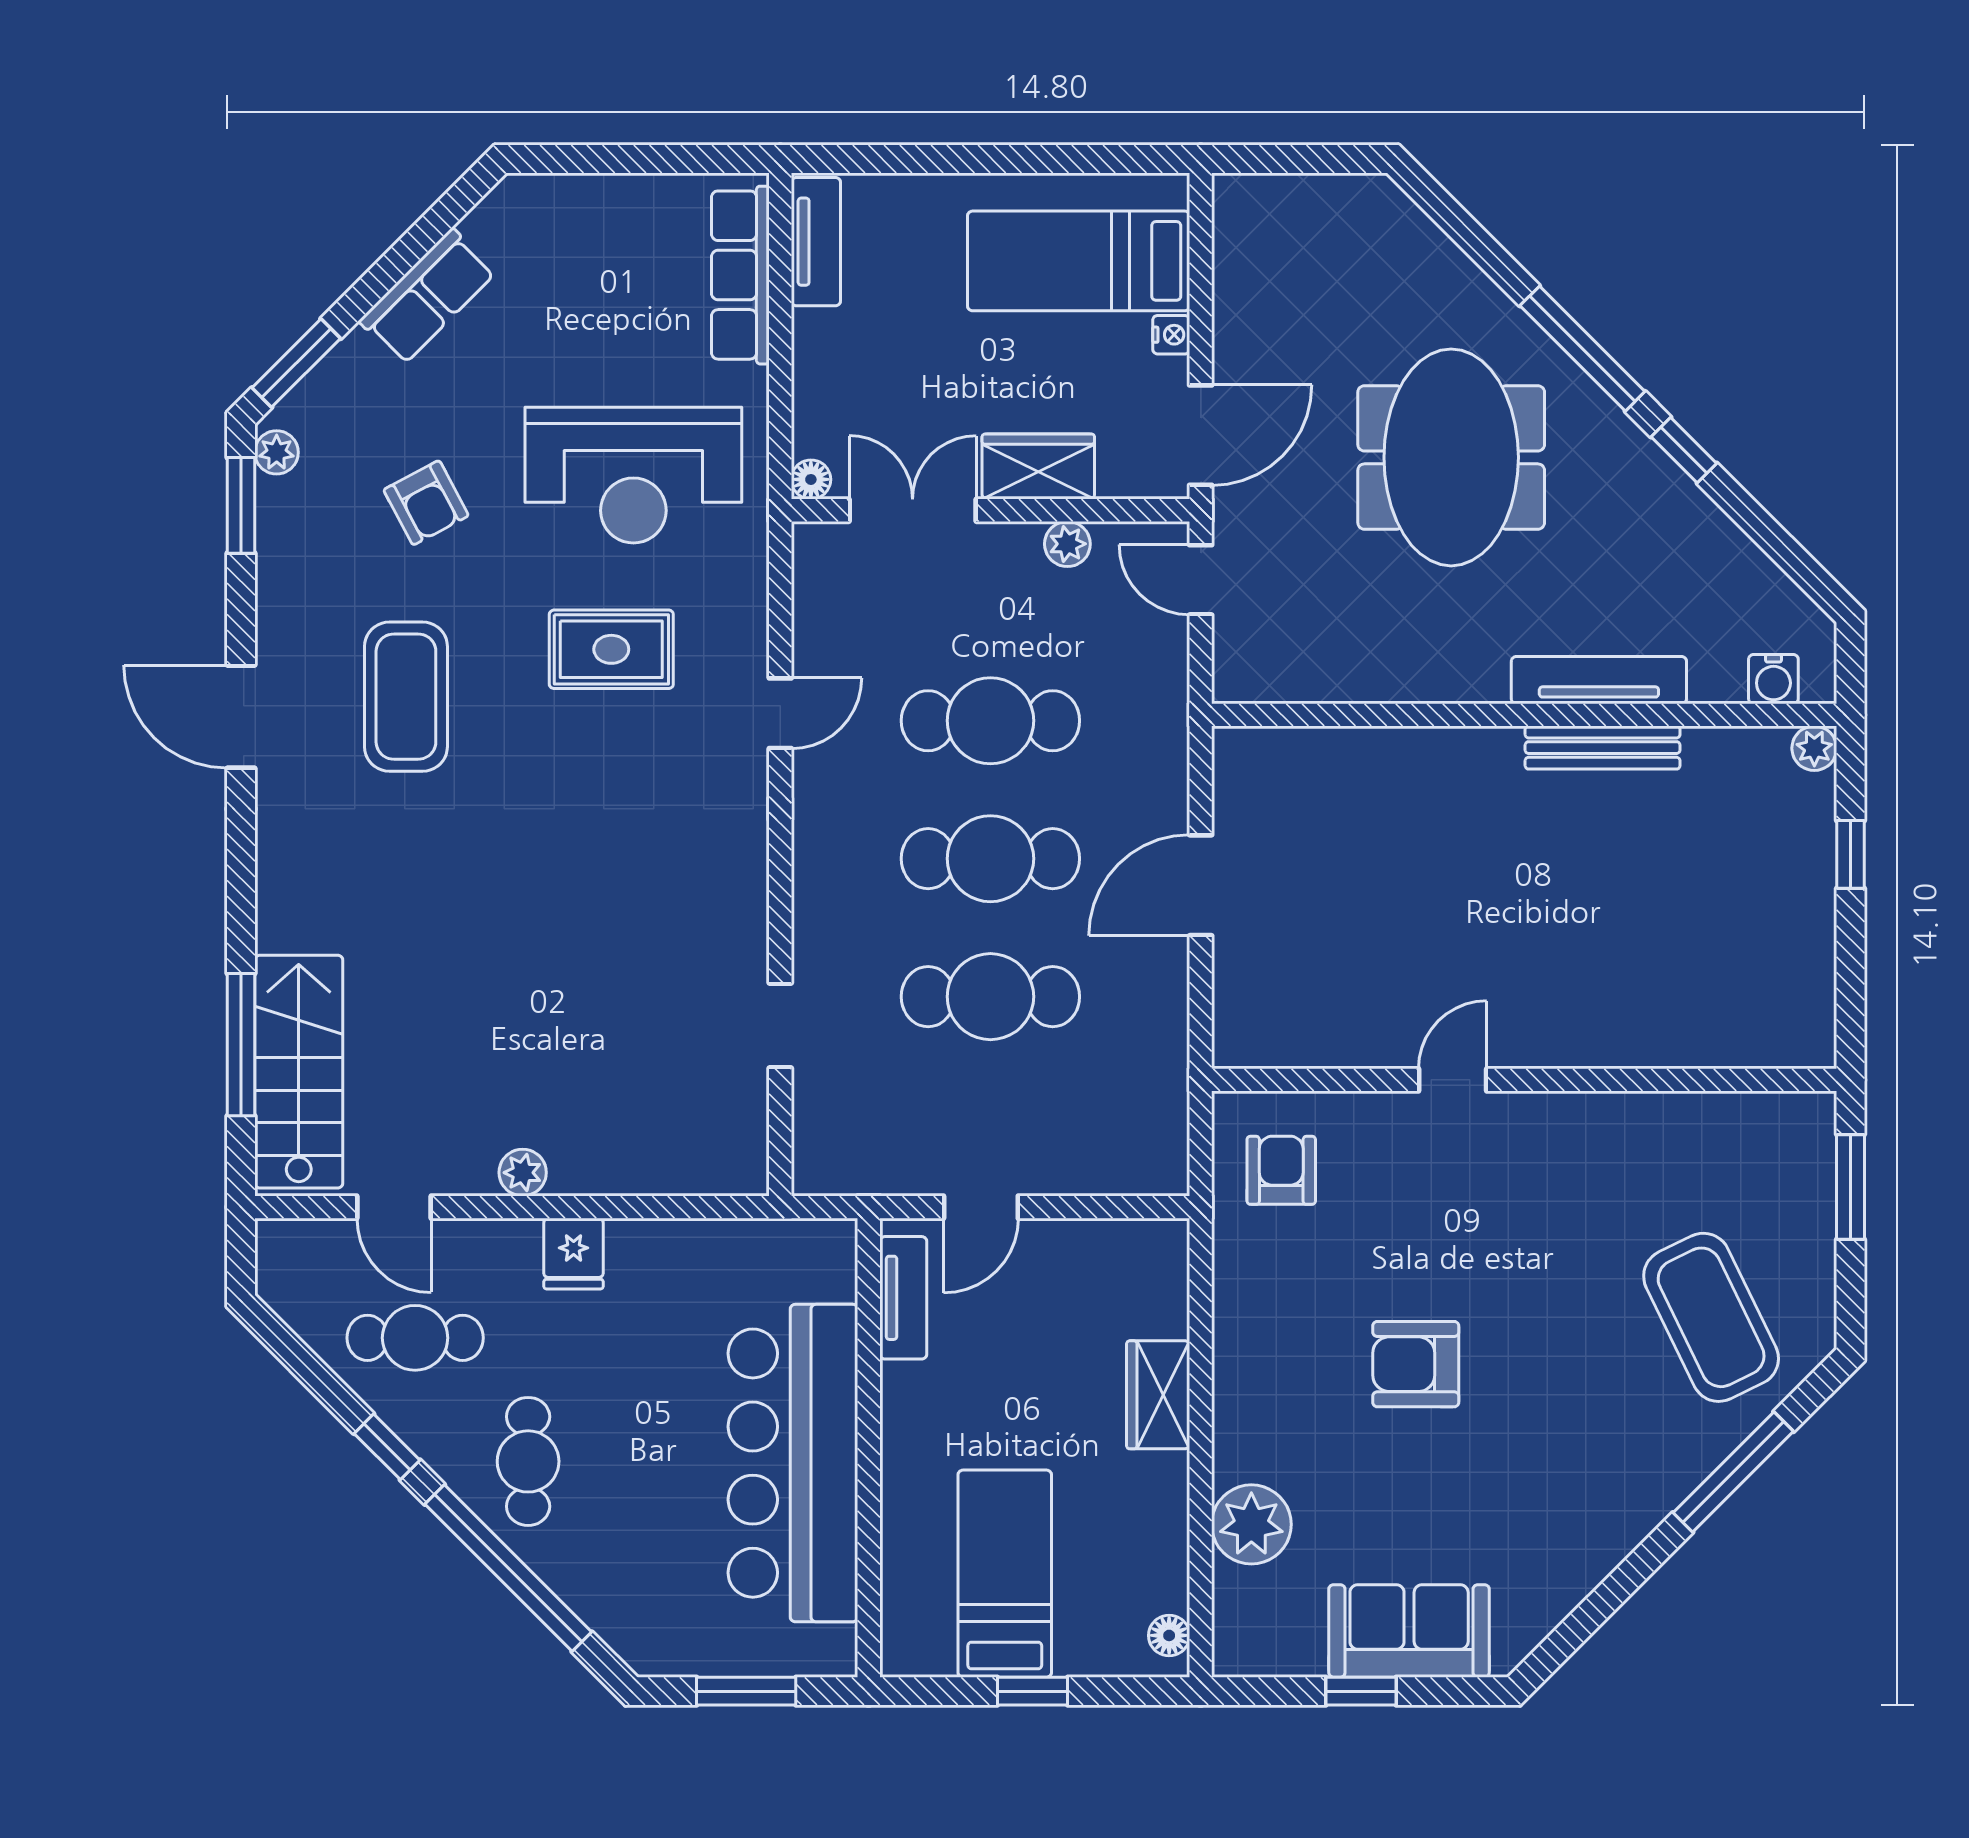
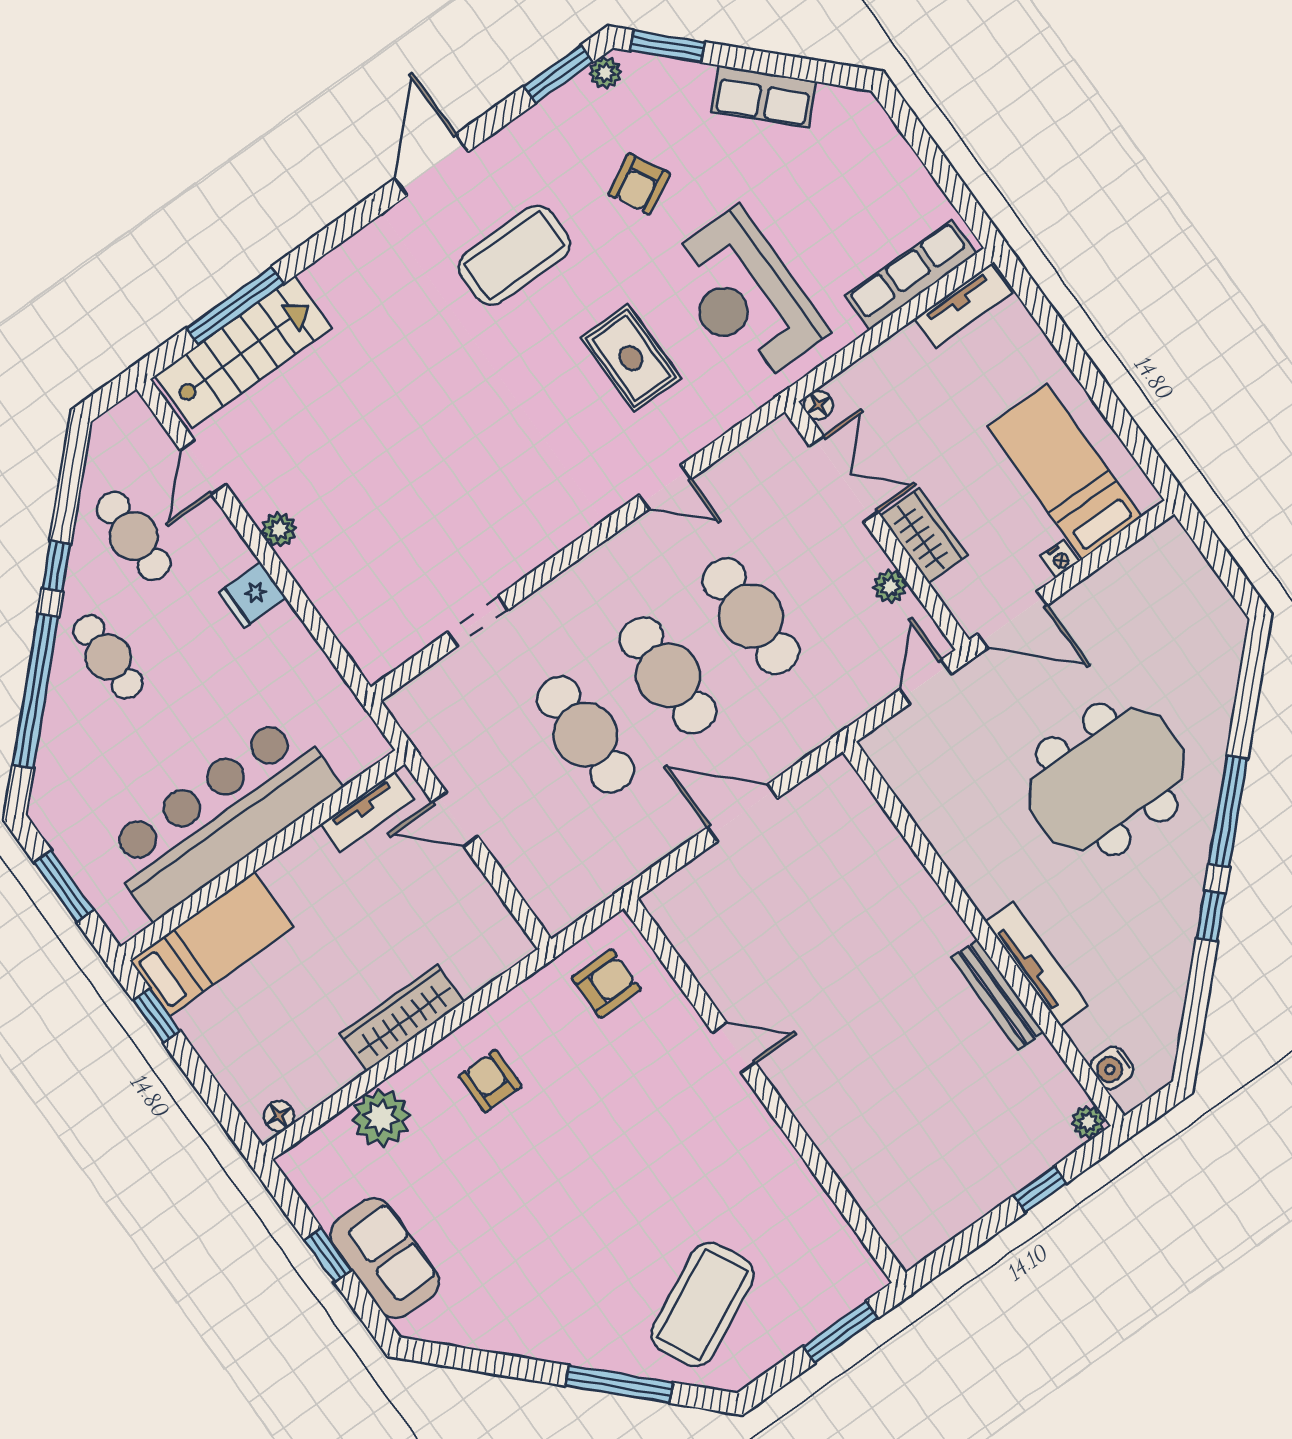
armchair: (1416, 1364) -> (490, 1081), moved, width x0.72, depth x0.72
wardrobe: (1158, 1395) -> (402, 1018), width x1.50
cafe table: (528, 1461) -> (108, 657), turned 90
bed: (1005, 1574) -> (212, 944), moved
window: (1032, 1691) -> (157, 1016), moved

